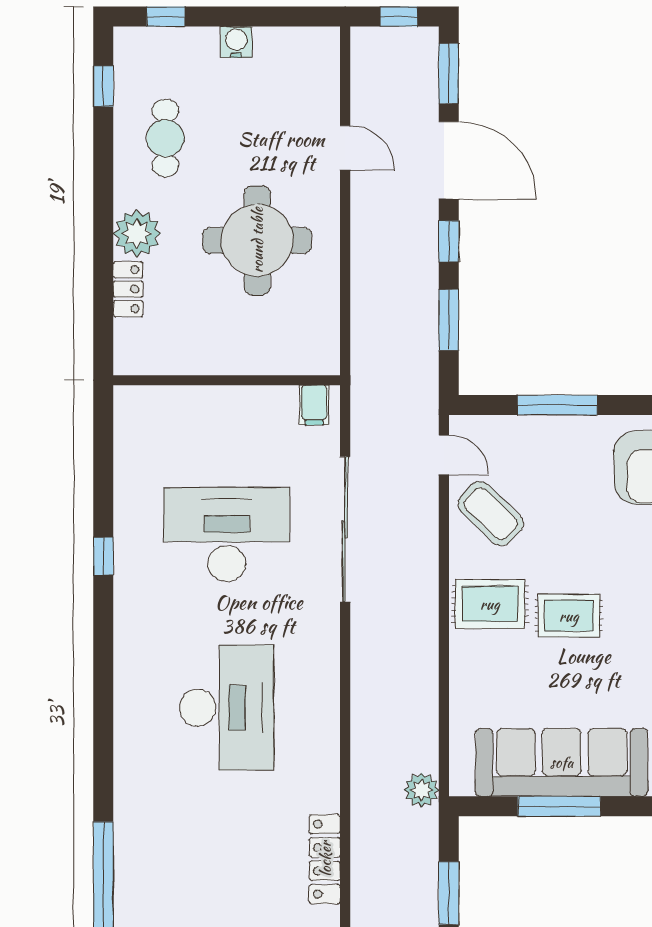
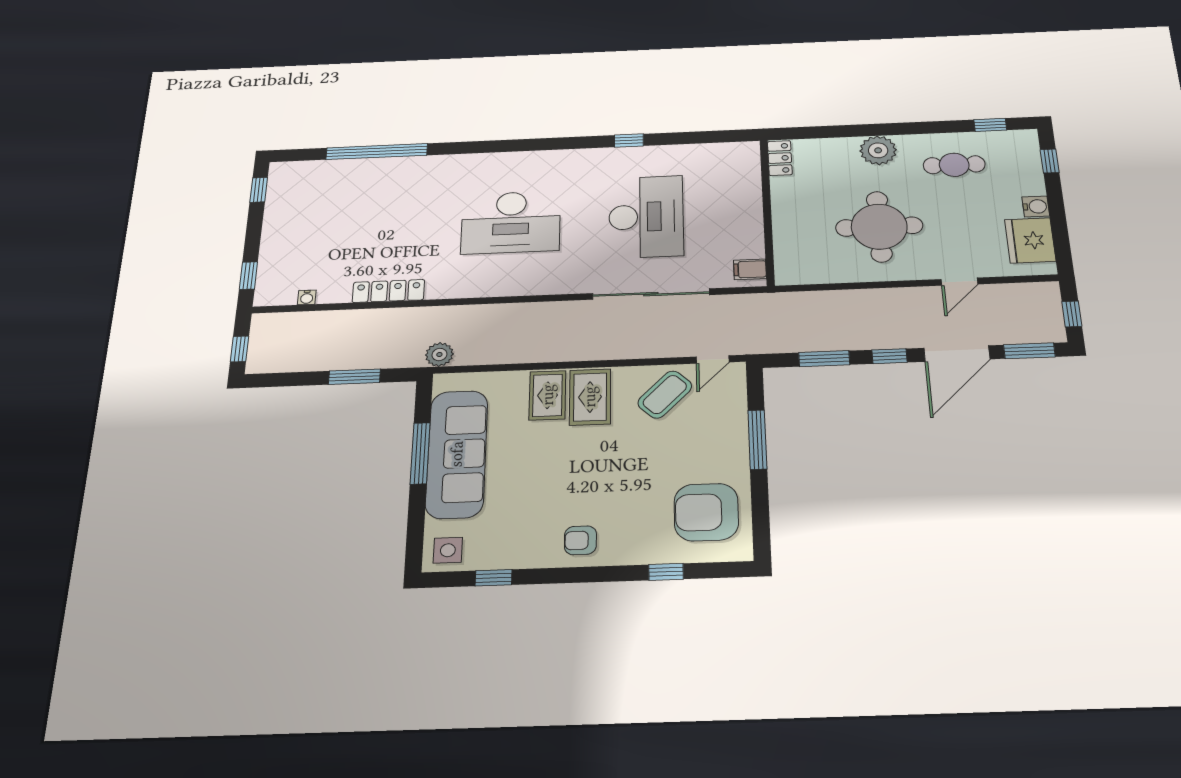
fridge: (288, 55) -> (1030, 240), added
locker: (128, 289) -> (780, 158), moved, turned -90
rug: (569, 616) -> (548, 395), moved

